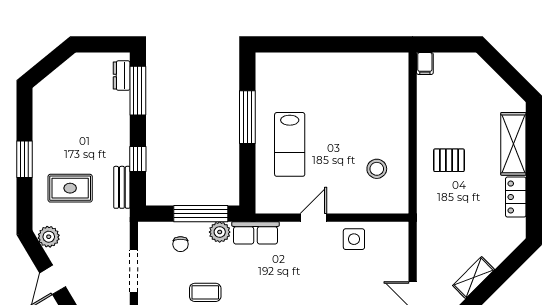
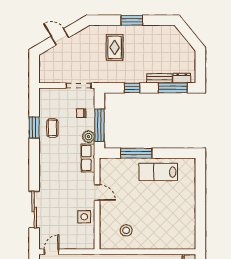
window: (247, 117) -> (136, 153), moved
lab bench: (290, 144) -> (158, 172), moved
bench: (122, 187) -> (159, 78), moved
plant: (49, 237) -> (86, 35), removed
doorway: (134, 271) -> (79, 85), moved

